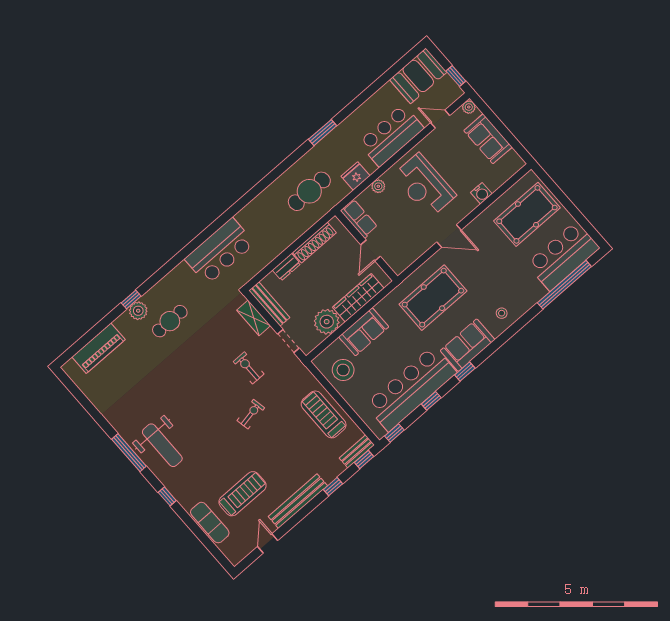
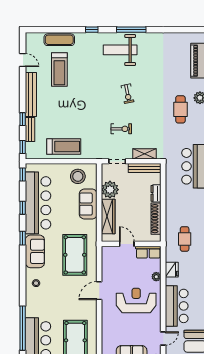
cafe table: (309, 191) -> (185, 239), width x0.73, depth x0.74
water cooler: (481, 193) -> (107, 326), removed
exercise bike: (251, 414) -> (128, 94), moved
bench: (357, 451) -> (30, 129), moved

